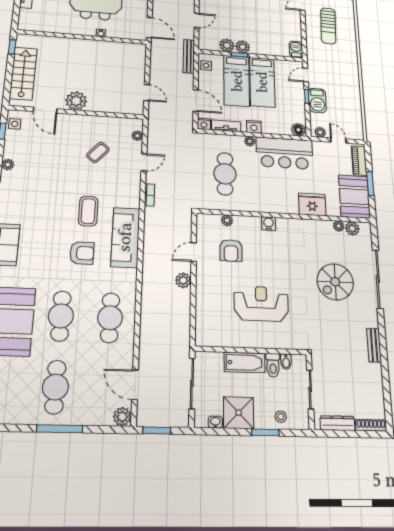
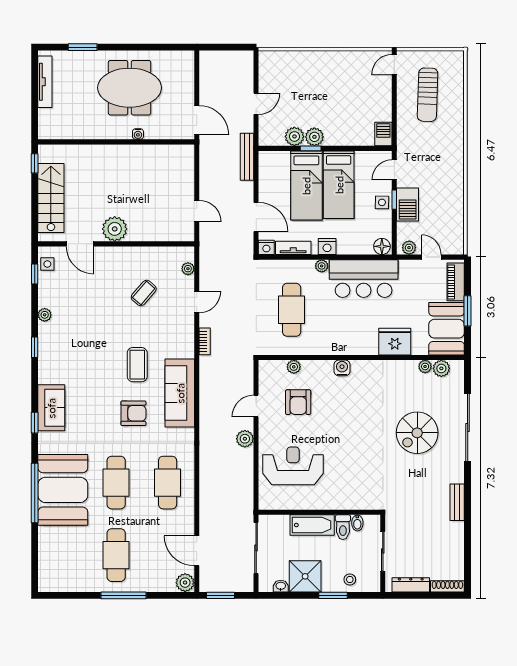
side table: (206, 66) -> (382, 202), moved
reception desk: (261, 304) -> (293, 466), moved

